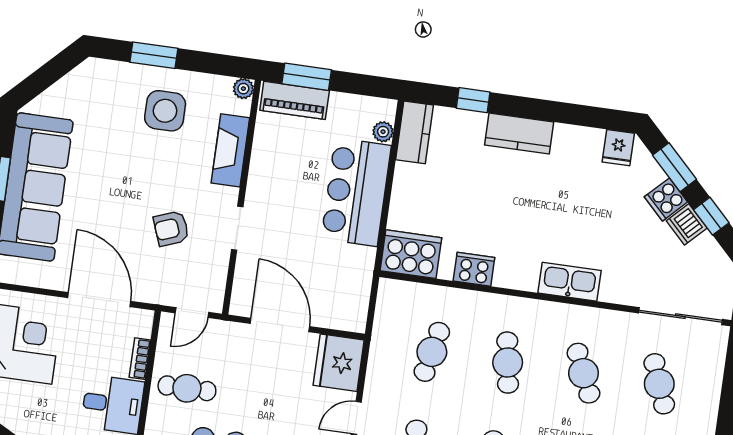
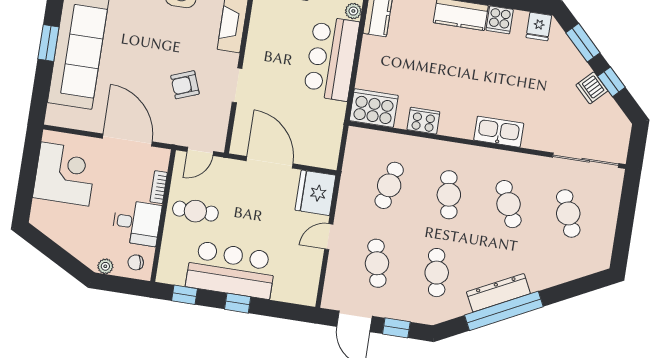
cooker: (666, 199) -> (500, 20), moved, turned -45

